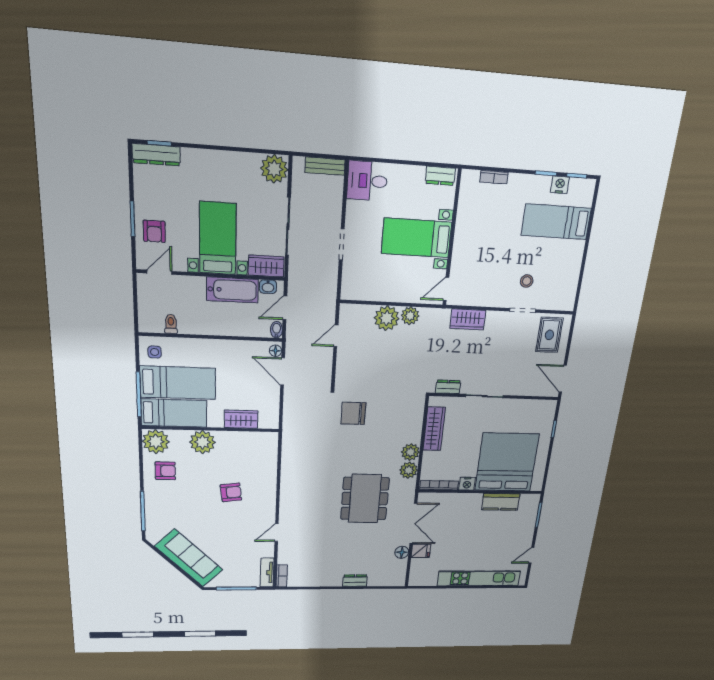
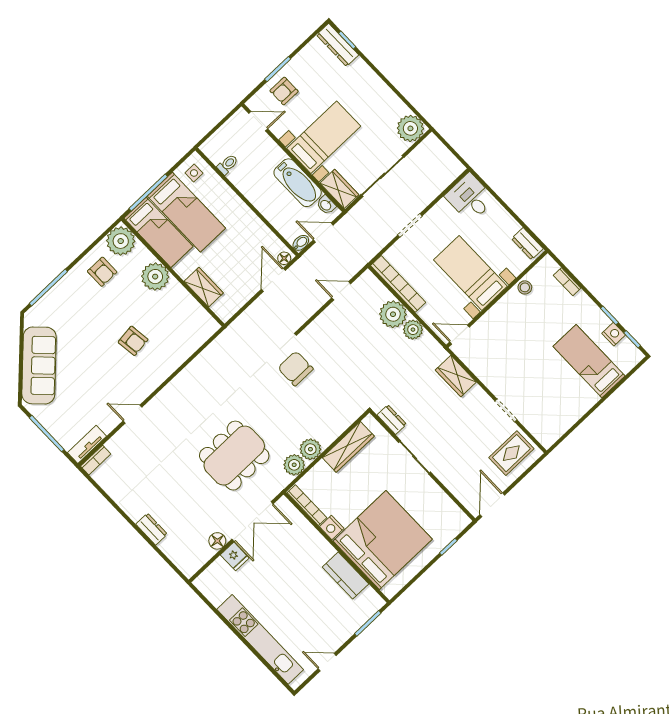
bench: (325, 166) -> (449, 160), removed
stool: (527, 281) -> (525, 287), moved
bookcase: (371, 294) -> (398, 284), added

